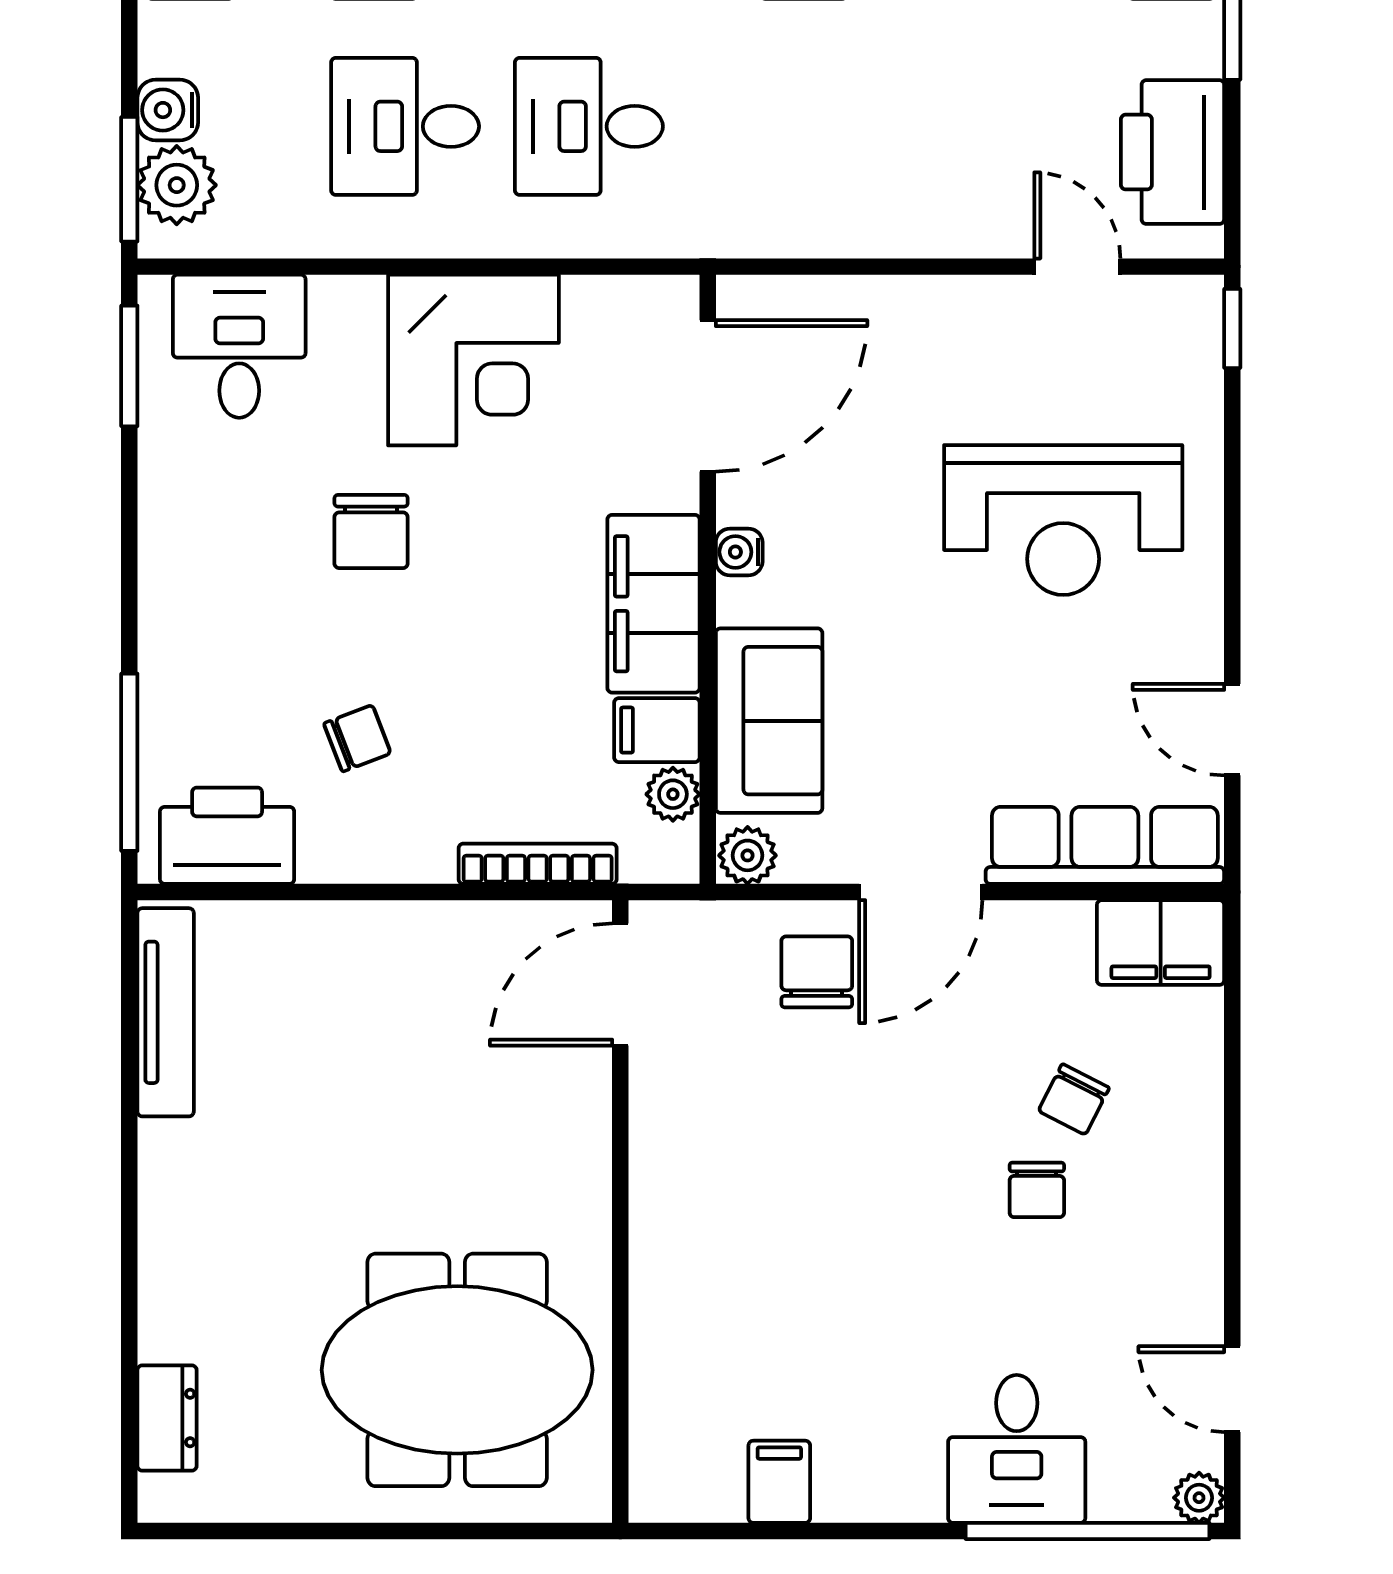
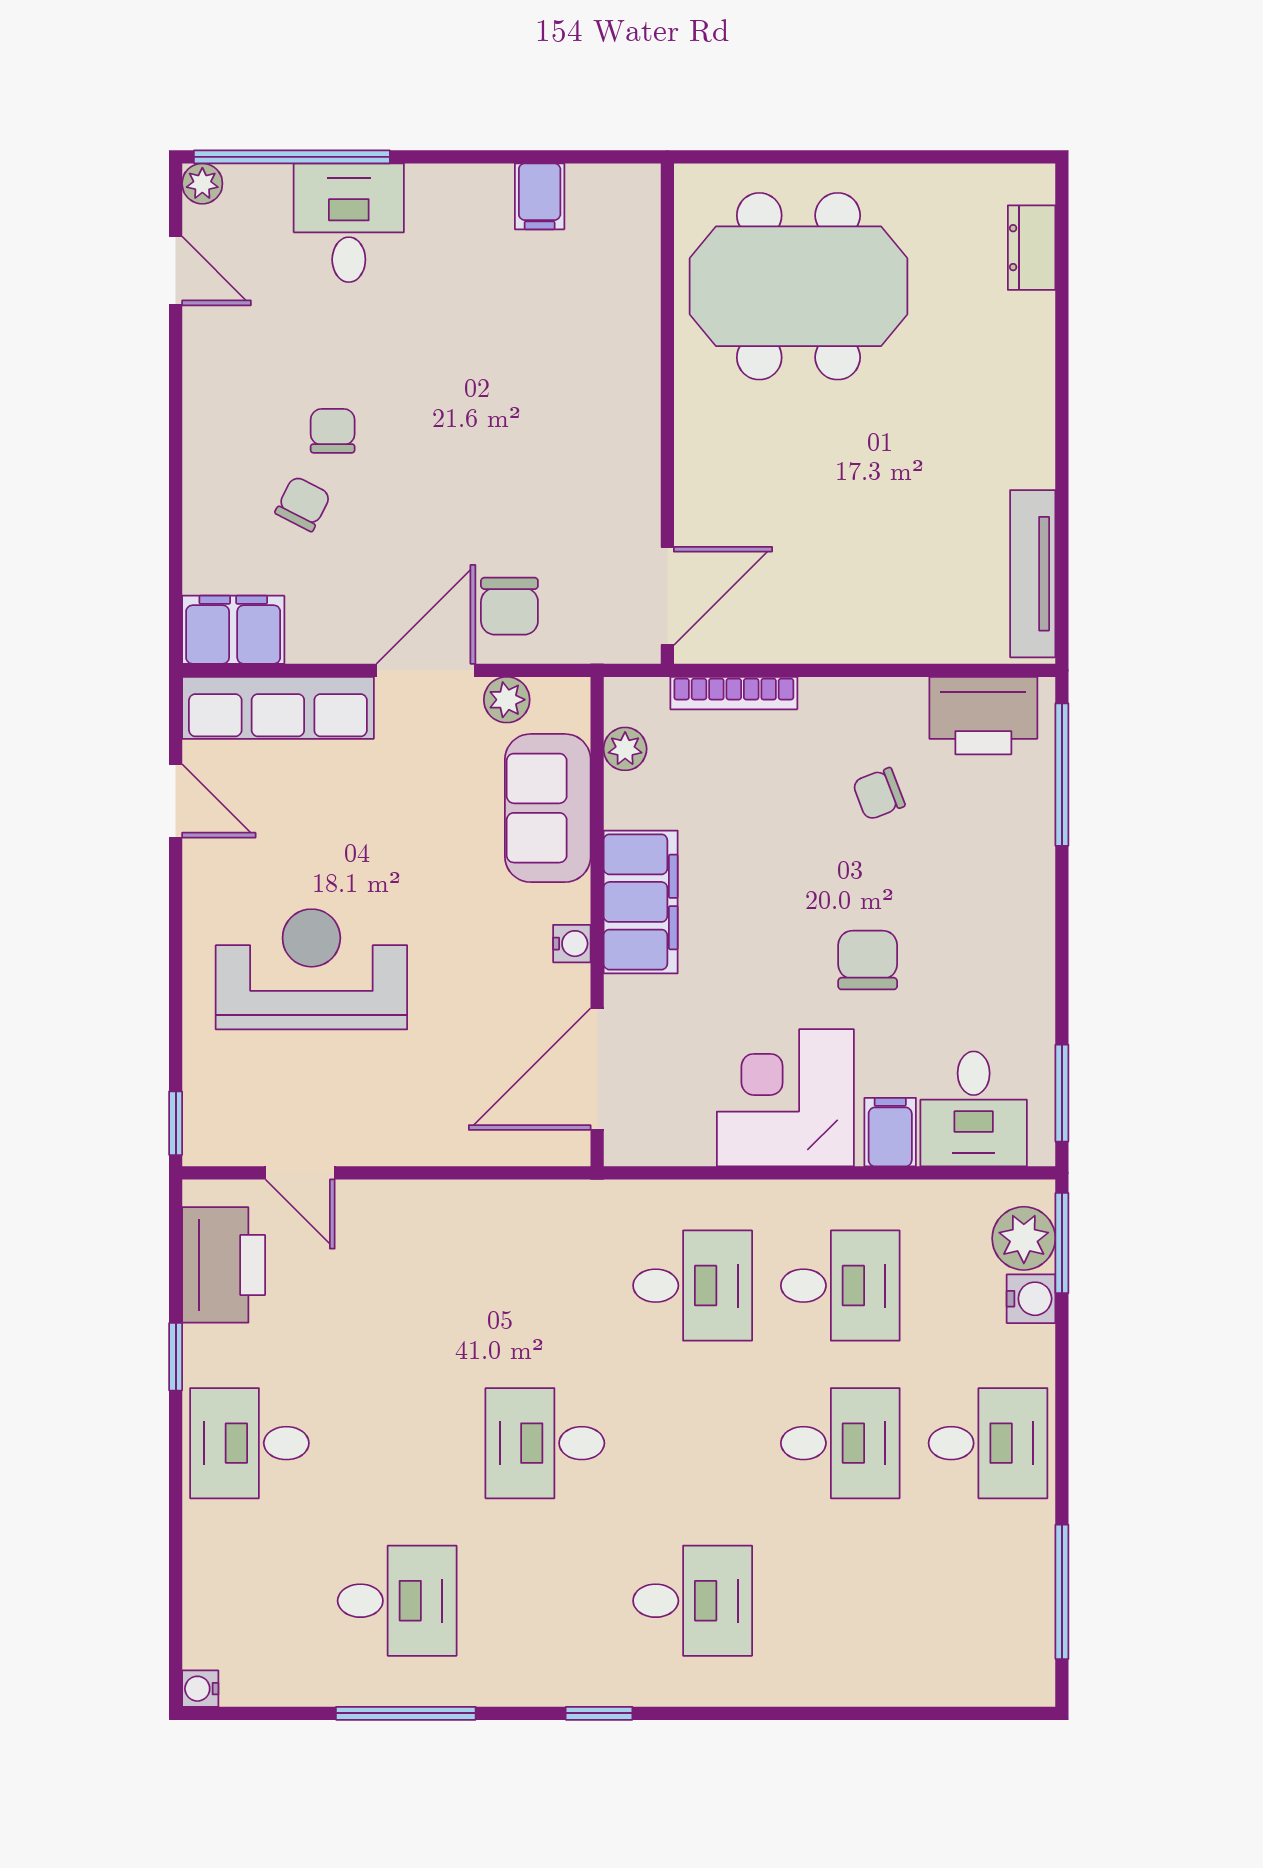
filing cabinet: (657, 730) -> (890, 1132), moved, turned -90
plant: (748, 855) -> (507, 700), moved

